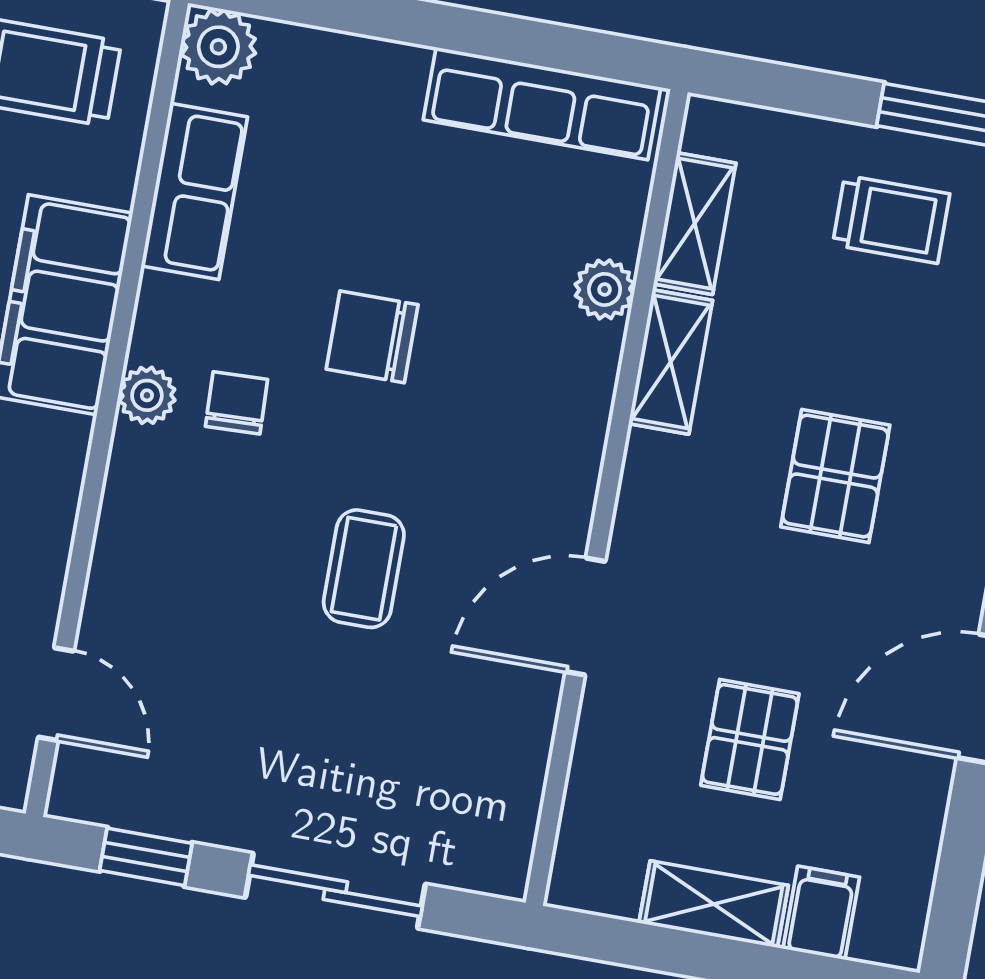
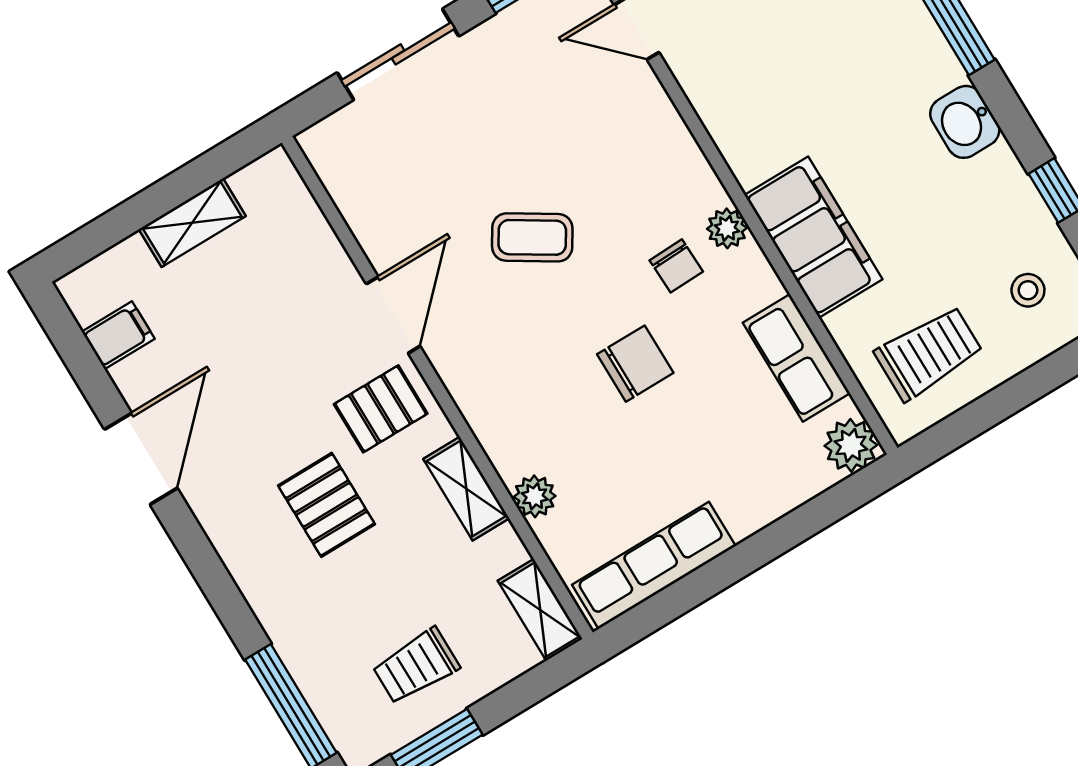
shelving: (695, 224) -> (540, 610), moved
coffee table: (364, 569) -> (532, 237), turned -58
pallet: (750, 739) -> (381, 409), moved, turned 90
filing cabinet: (821, 913) -> (118, 335), moved, turned -90

